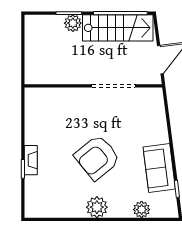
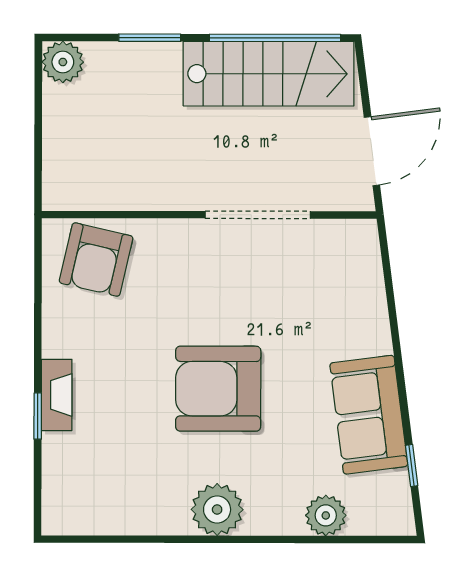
plant: (73, 23) -> (63, 62), moved
armchair: (47, 104) -> (96, 260), added
armchair: (97, 157) -> (218, 389), turned 39

